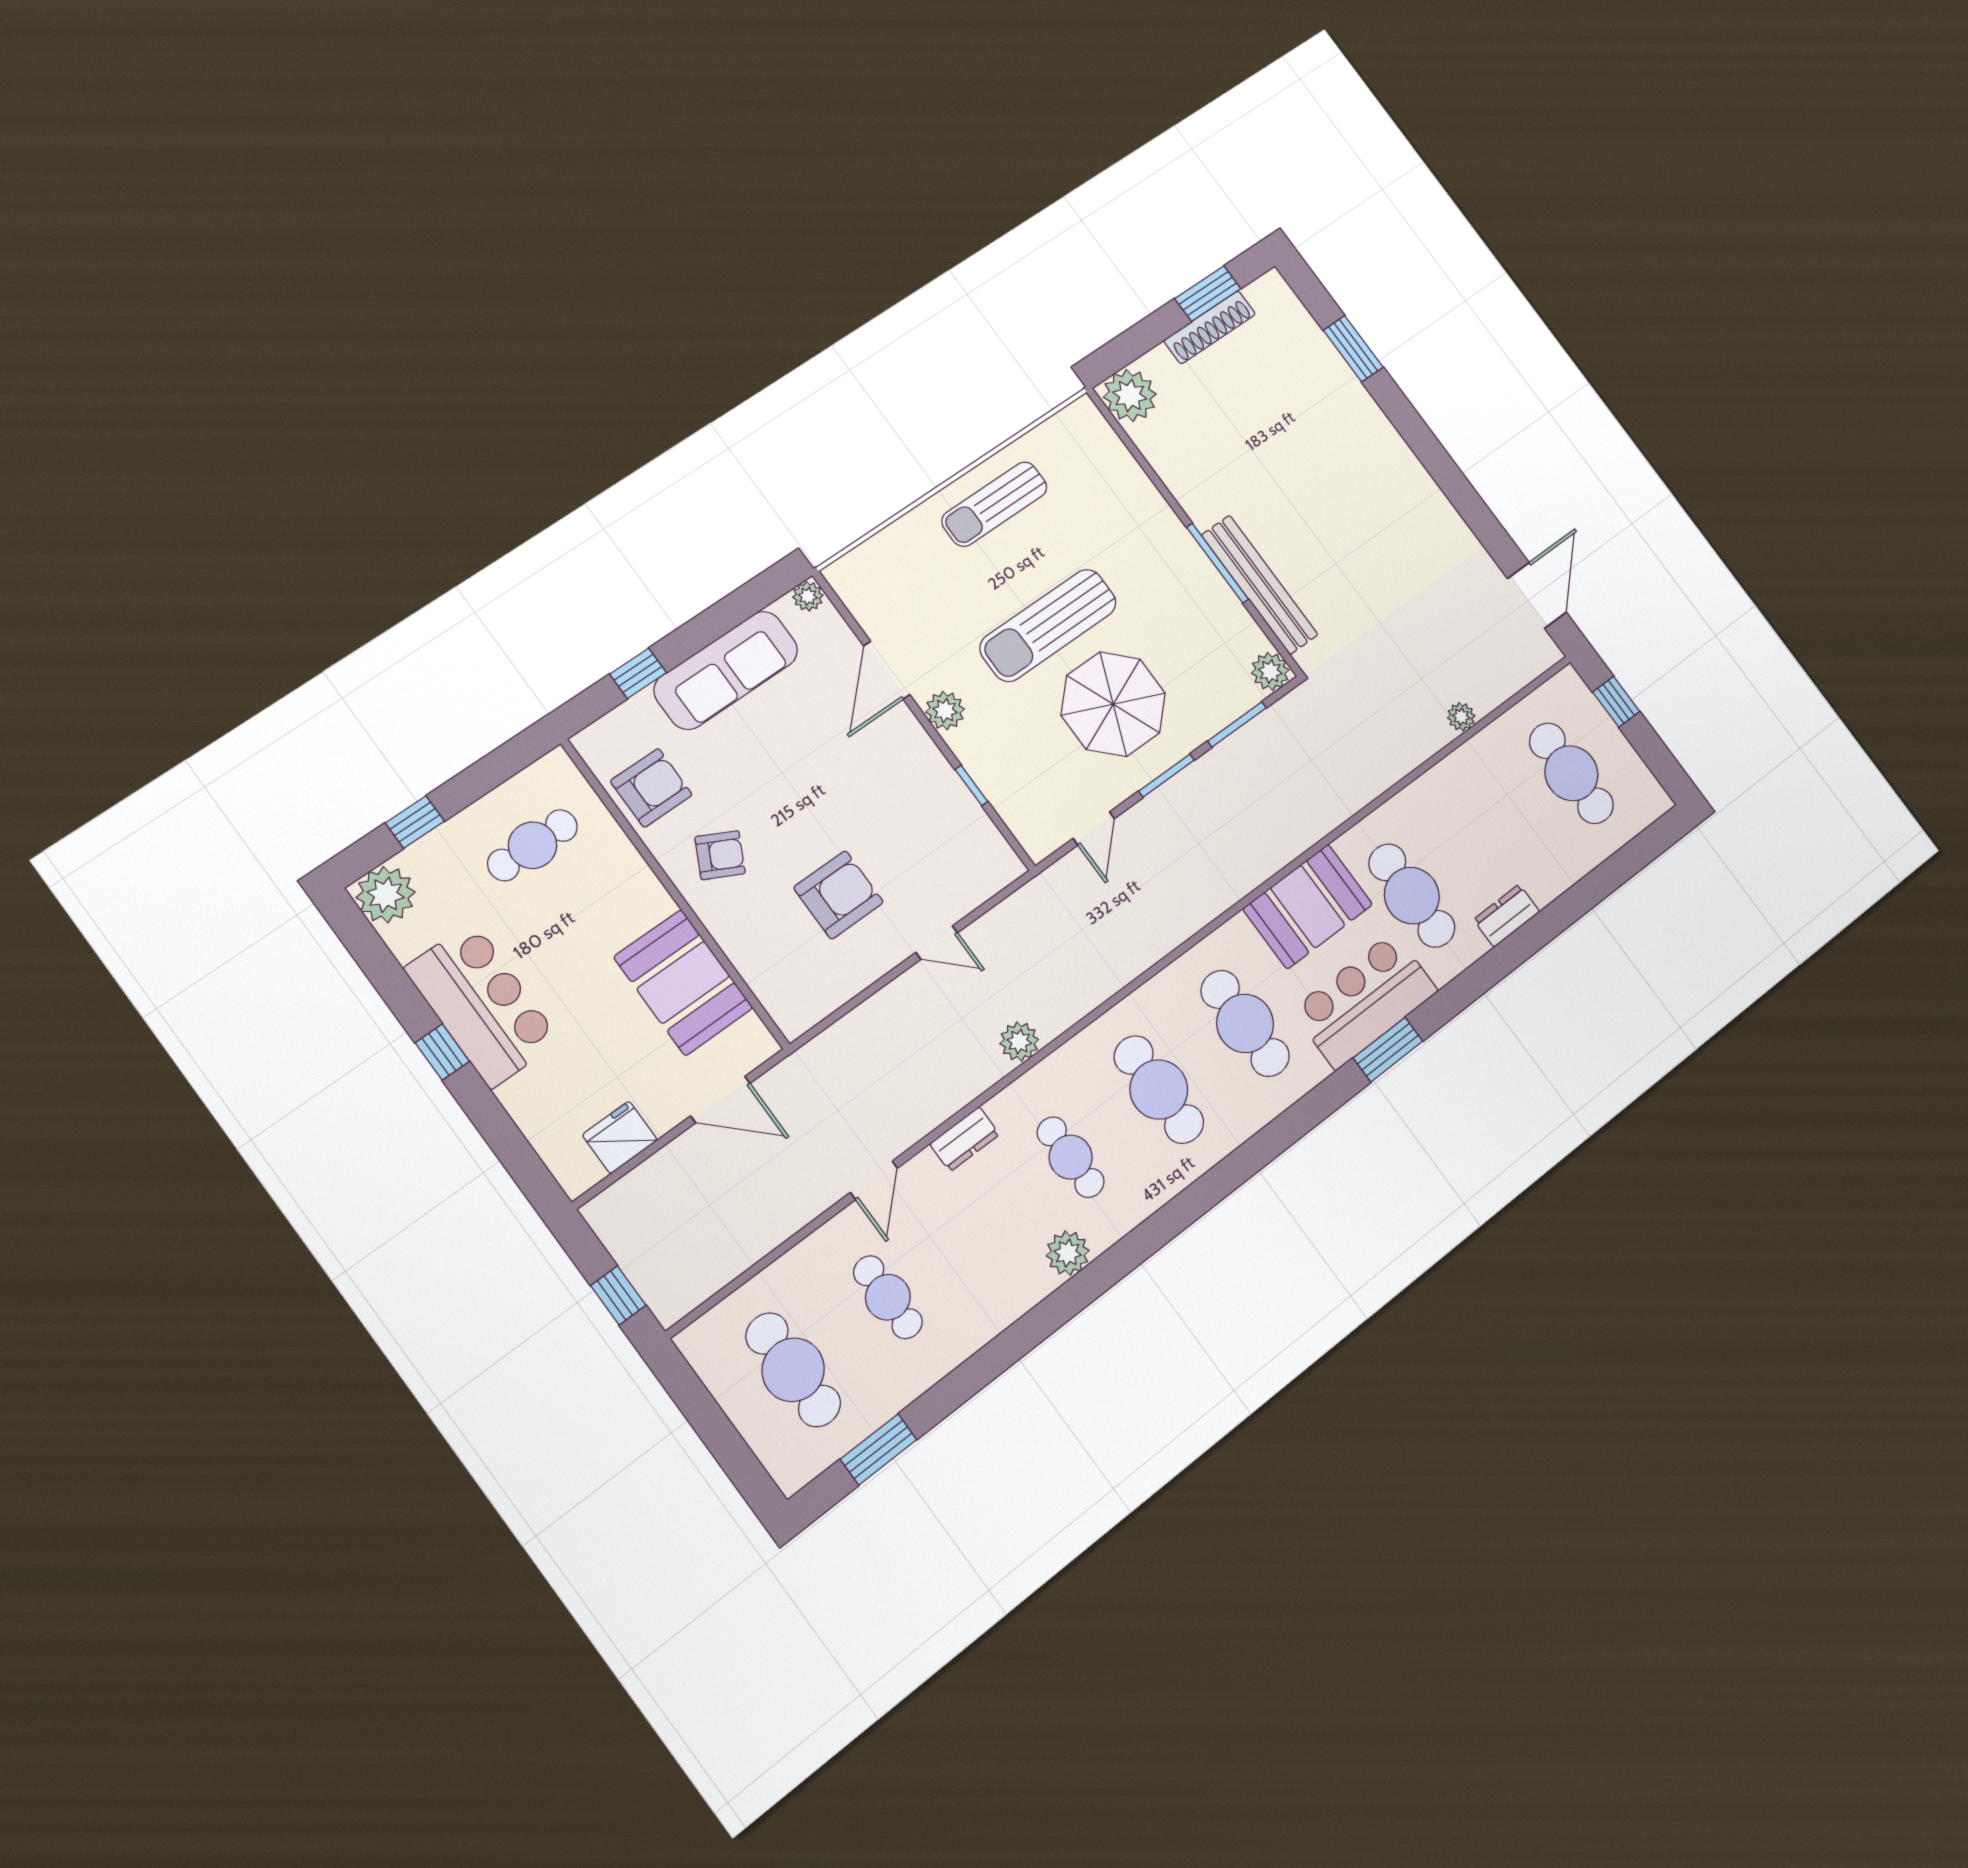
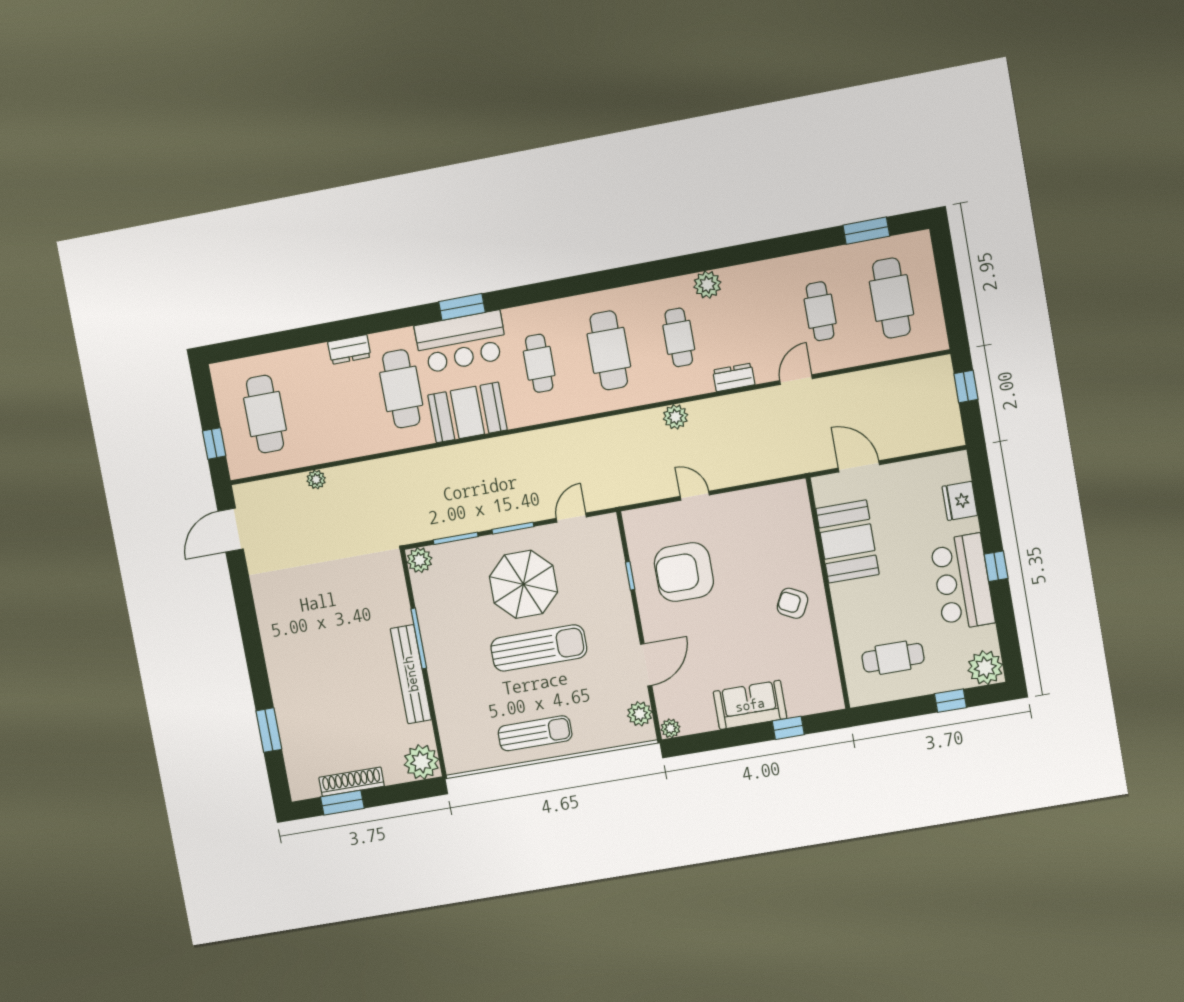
bench: (1260, 585) -> (411, 674), moved
sofa: (726, 670) -> (750, 705), width x0.73
plant: (945, 711) -> (640, 714), moved
armchair: (651, 788) -> (812, 659), removed
armchair: (838, 895) -> (684, 572), moved, width x1.36, depth x1.36
cafe table: (1245, 1023) -> (539, 363), width x0.73, depth x0.74
fridge: (620, 1137) -> (960, 501), moved, turned 90

